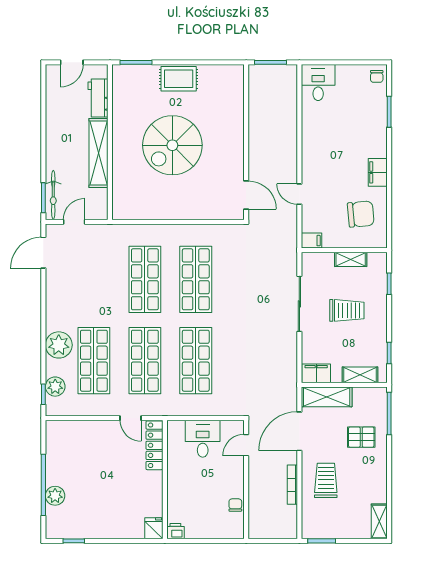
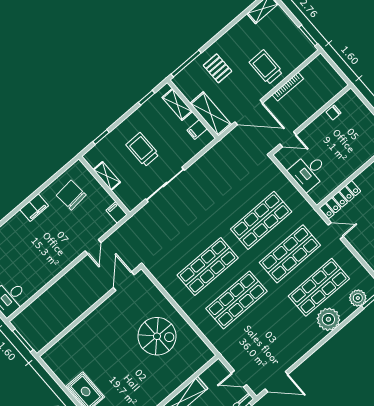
spiral stairs: (172, 145) -> (157, 336), moved, width x0.73, depth x0.73
filing cabinet: (316, 373) -> (197, 129), width x0.50
door: (131, 418) -> (336, 231), hinge flipped
trolley: (326, 480) -> (266, 67), turned 90

